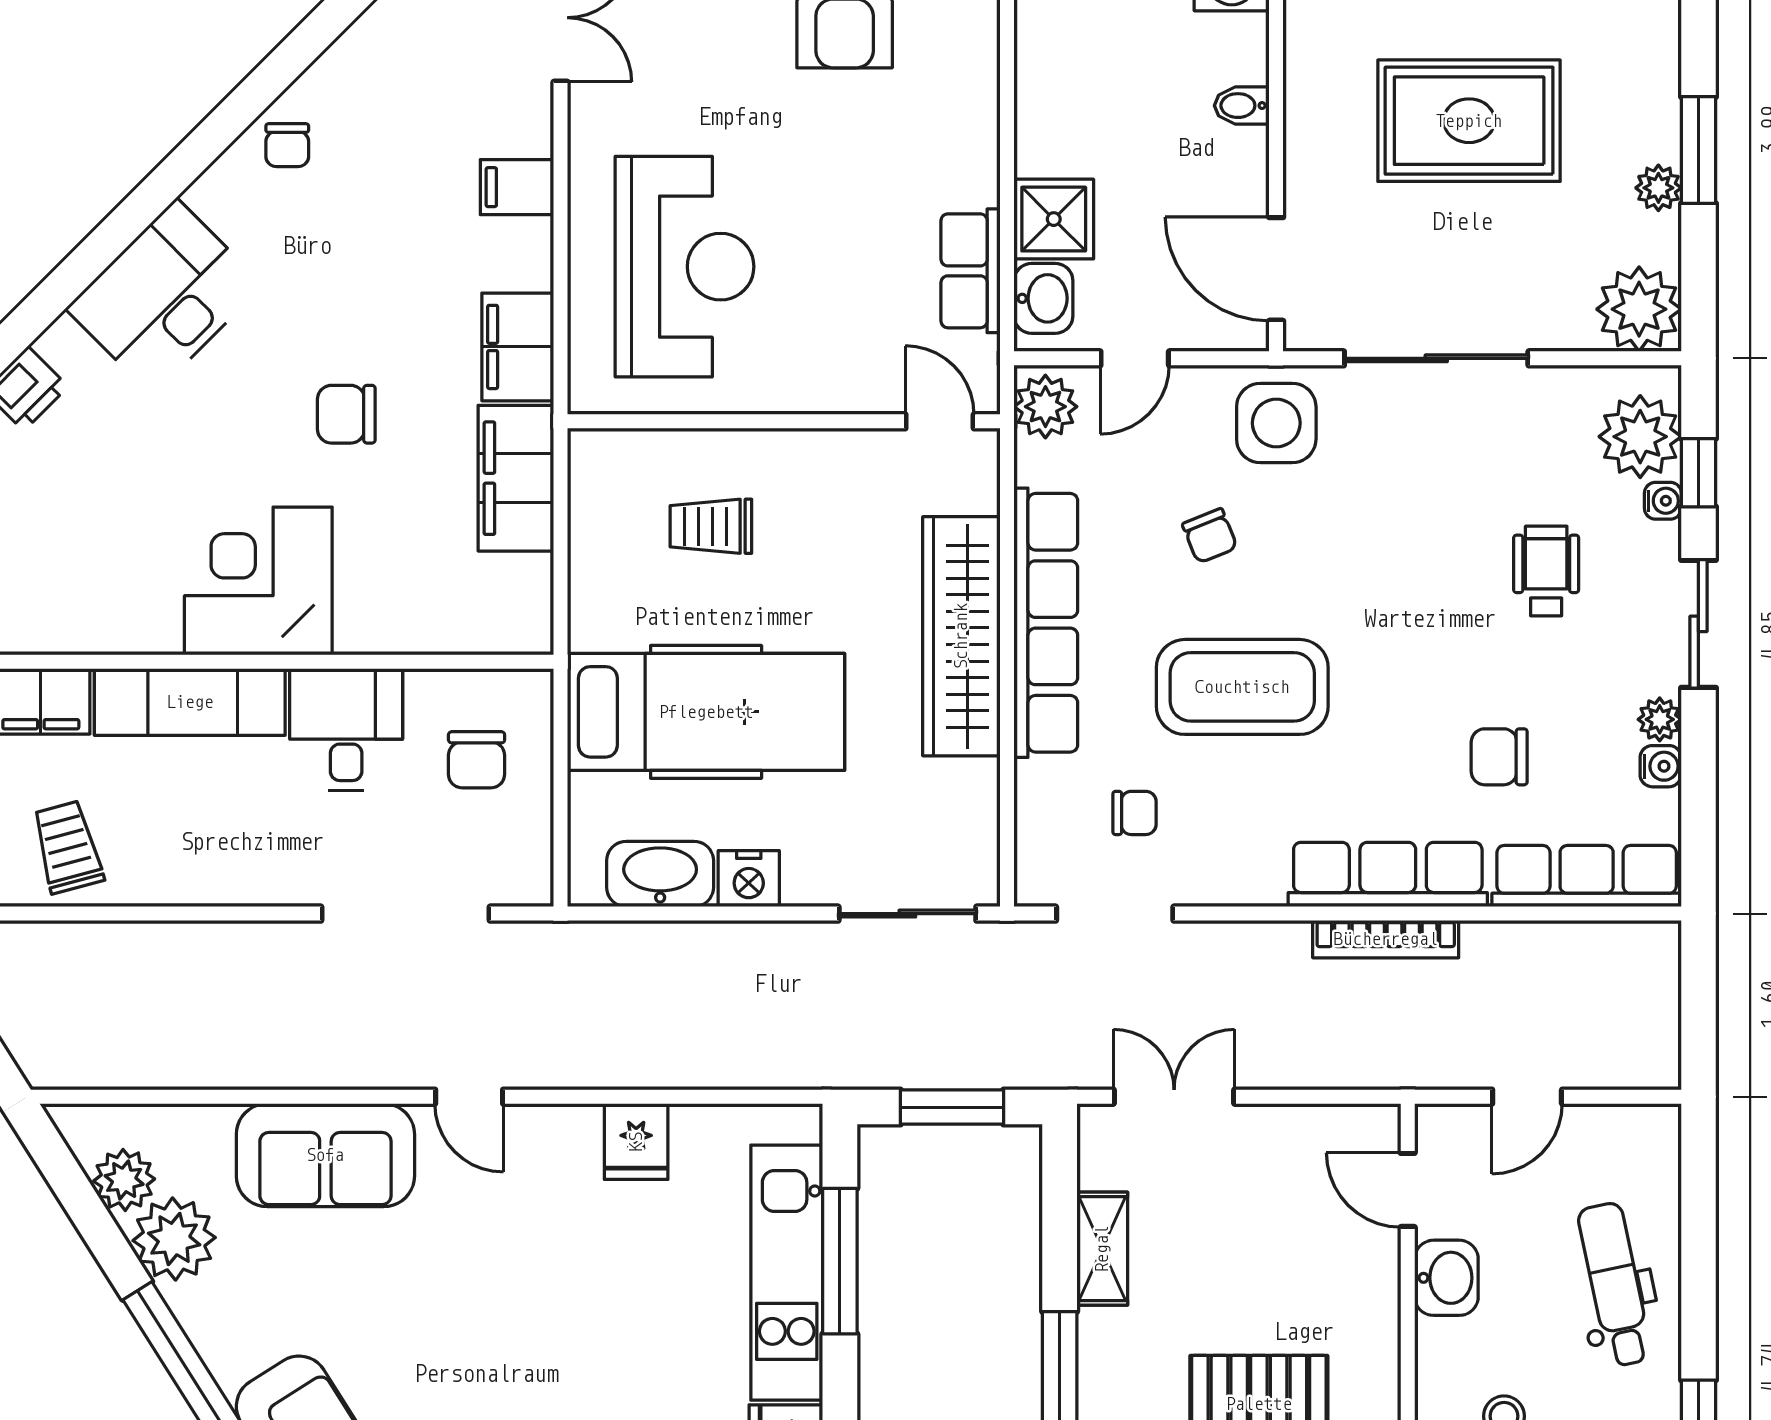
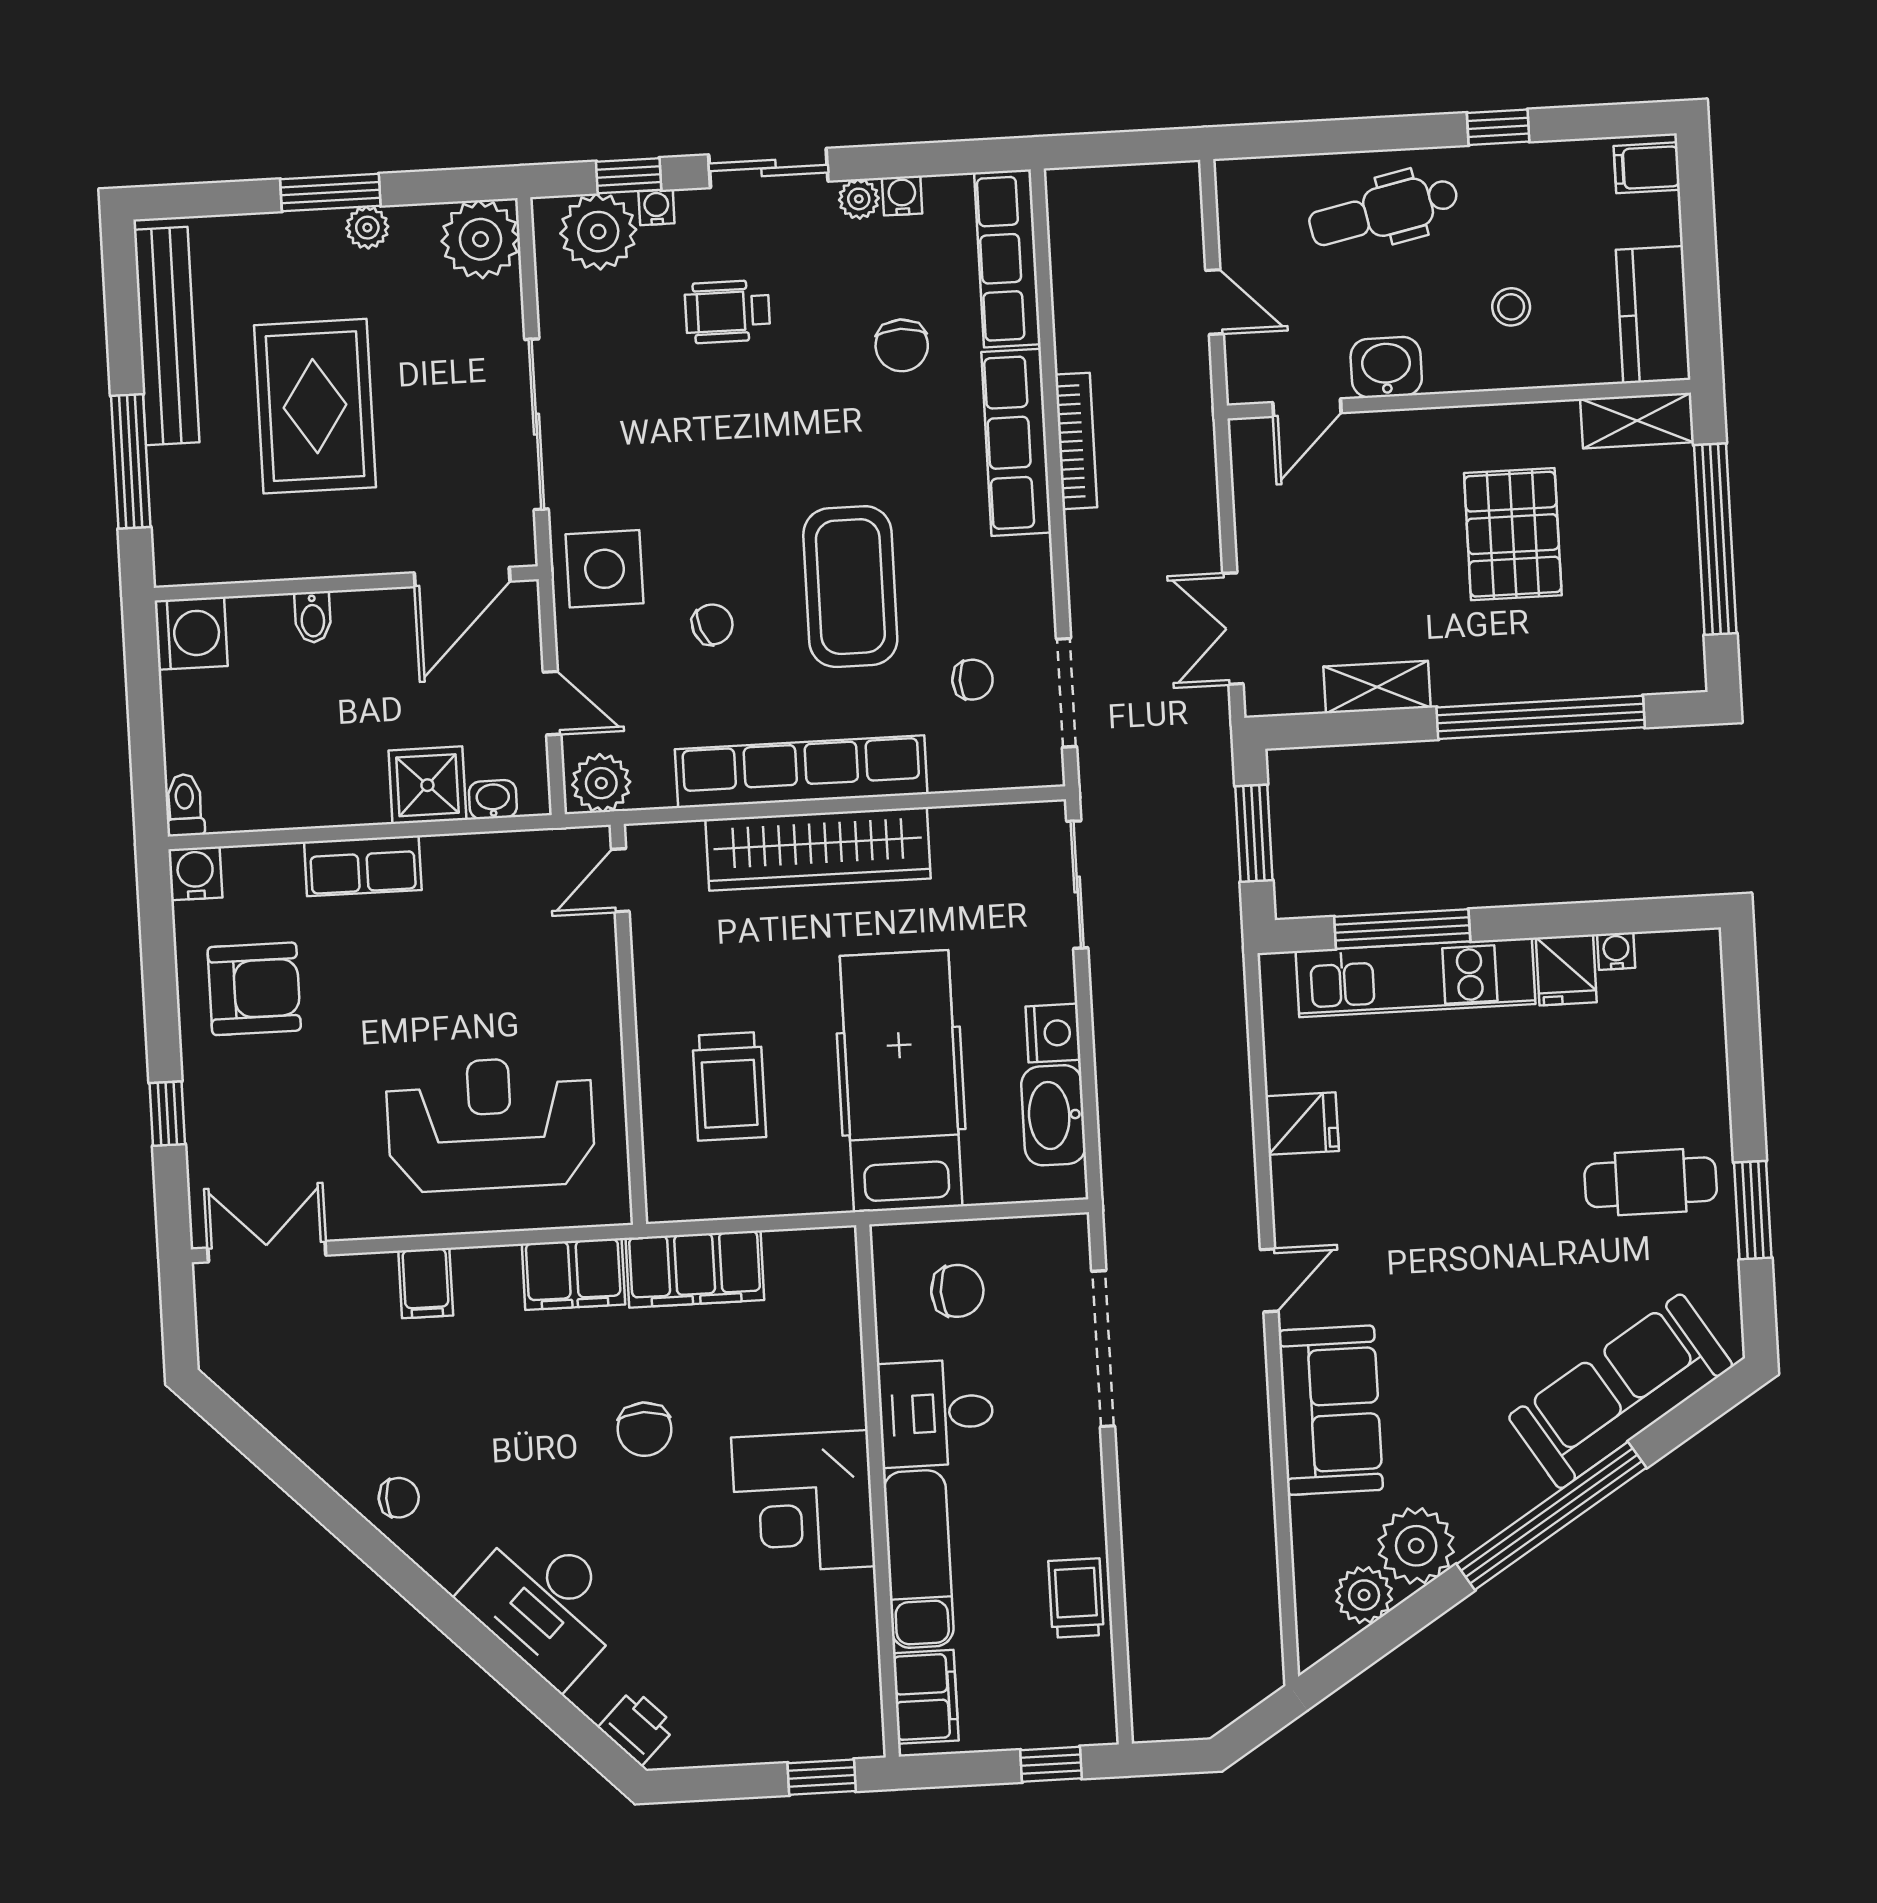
row of seats: (971, 271) -> (363, 866), moved
washbasin: (1043, 298) -> (493, 800), width x0.72, depth x0.69
trolley: (711, 526) -> (729, 1086), width x1.36, depth x1.39
chair: (1135, 813) -> (972, 680), turned 90
trolley: (68, 847) -> (1076, 1598), moved, turned 105

